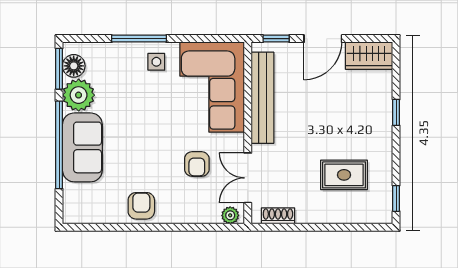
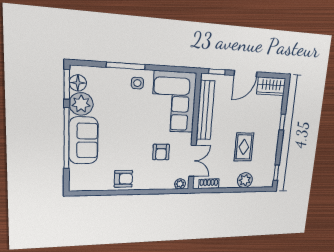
rug: (344, 175) -> (244, 147), moved, turned 90
double door: (248, 178) -> (192, 161), swing flipped
armchair: (141, 206) -> (123, 179), turned 90
plant: (340, 211) -> (245, 180), added

